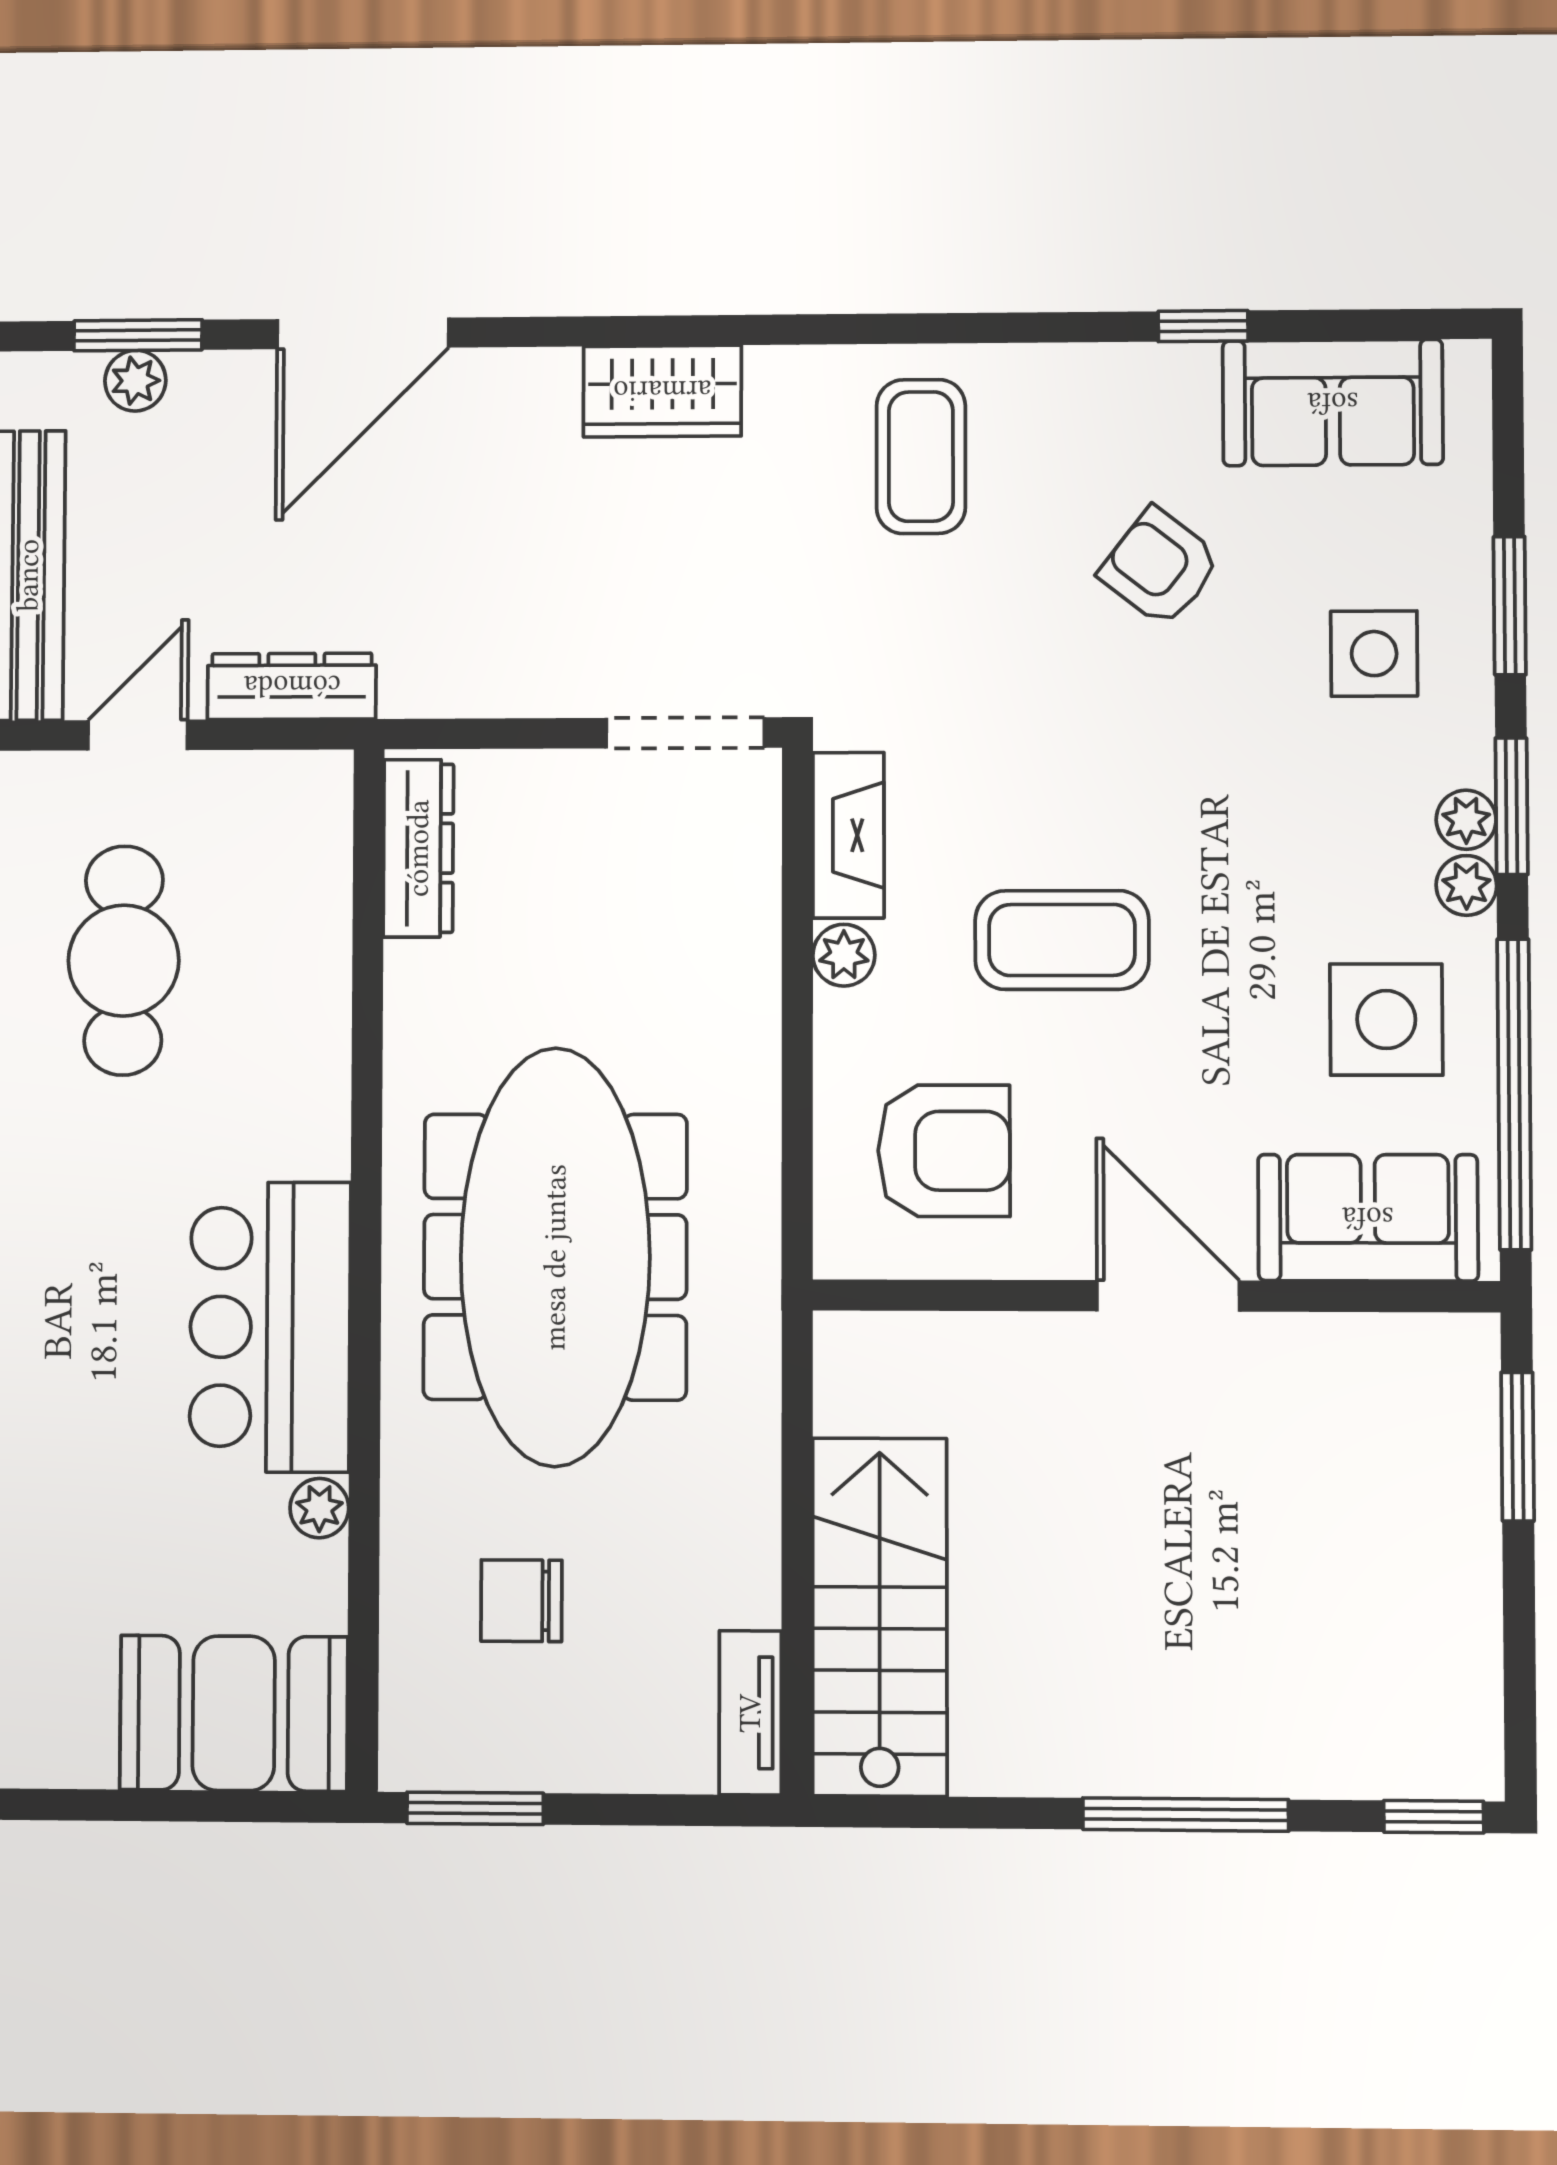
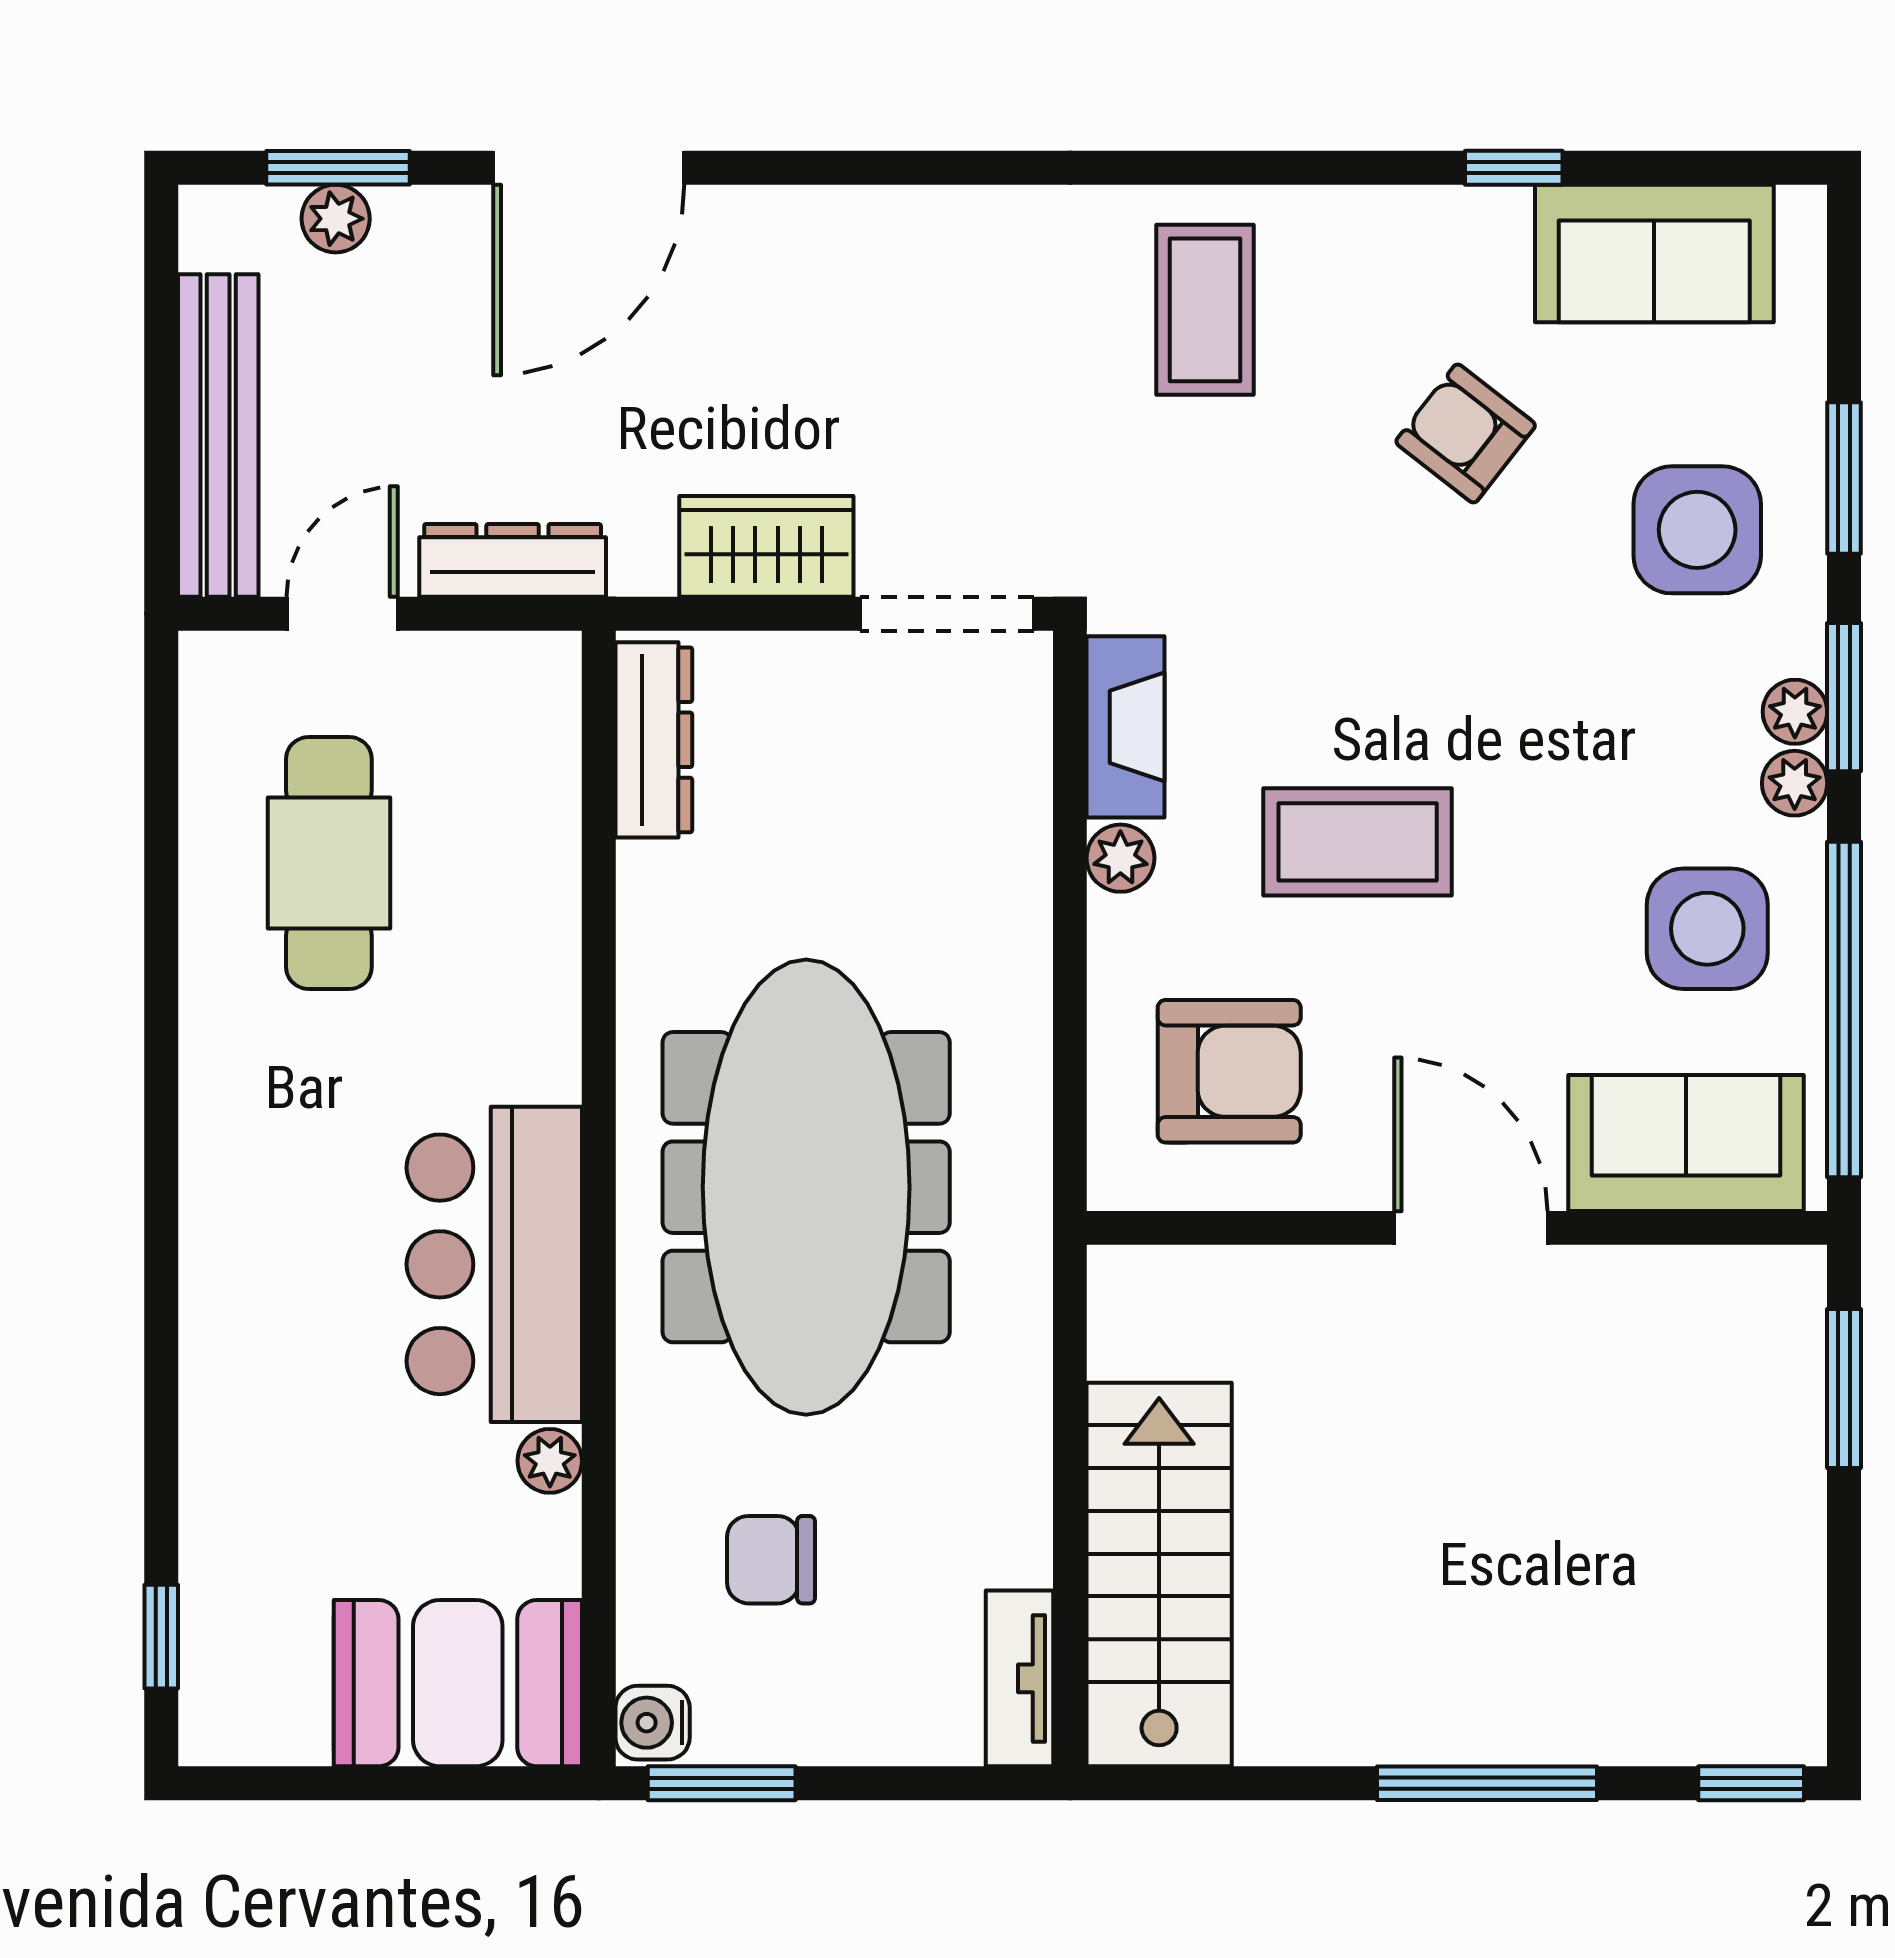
wardrobe: (662, 391) -> (766, 546), moved, turned 180
side table: (1374, 654) -> (1697, 530), width x1.37, depth x1.37
water cooler: (412, 1751) -> (653, 1723), added

